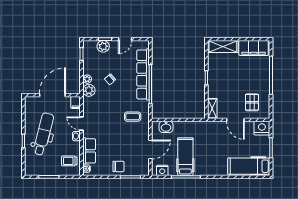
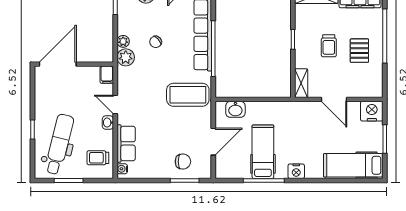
trolley: (232, 82) -> (329, 46), added
door: (52, 95) -> (58, 64), moved
pallet: (252, 102) -> (359, 51), moved
coffee table: (133, 117) -> (188, 95), width x1.86, depth x1.72
dental chair: (43, 134) -> (59, 144), moved
chair: (118, 166) -> (183, 162), moved
nightstand: (162, 170) -> (296, 171), moved

